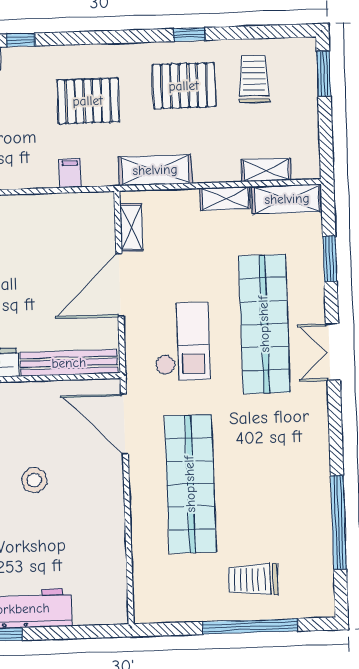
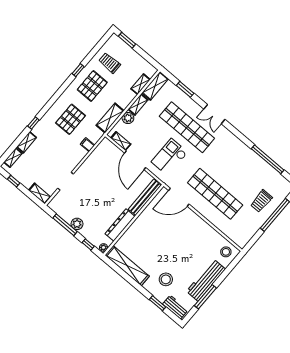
plant: (185, 203) -> (128, 118), added
checkout: (182, 342) -> (170, 157), turned -90
stool: (34, 480) -> (226, 252), moved

